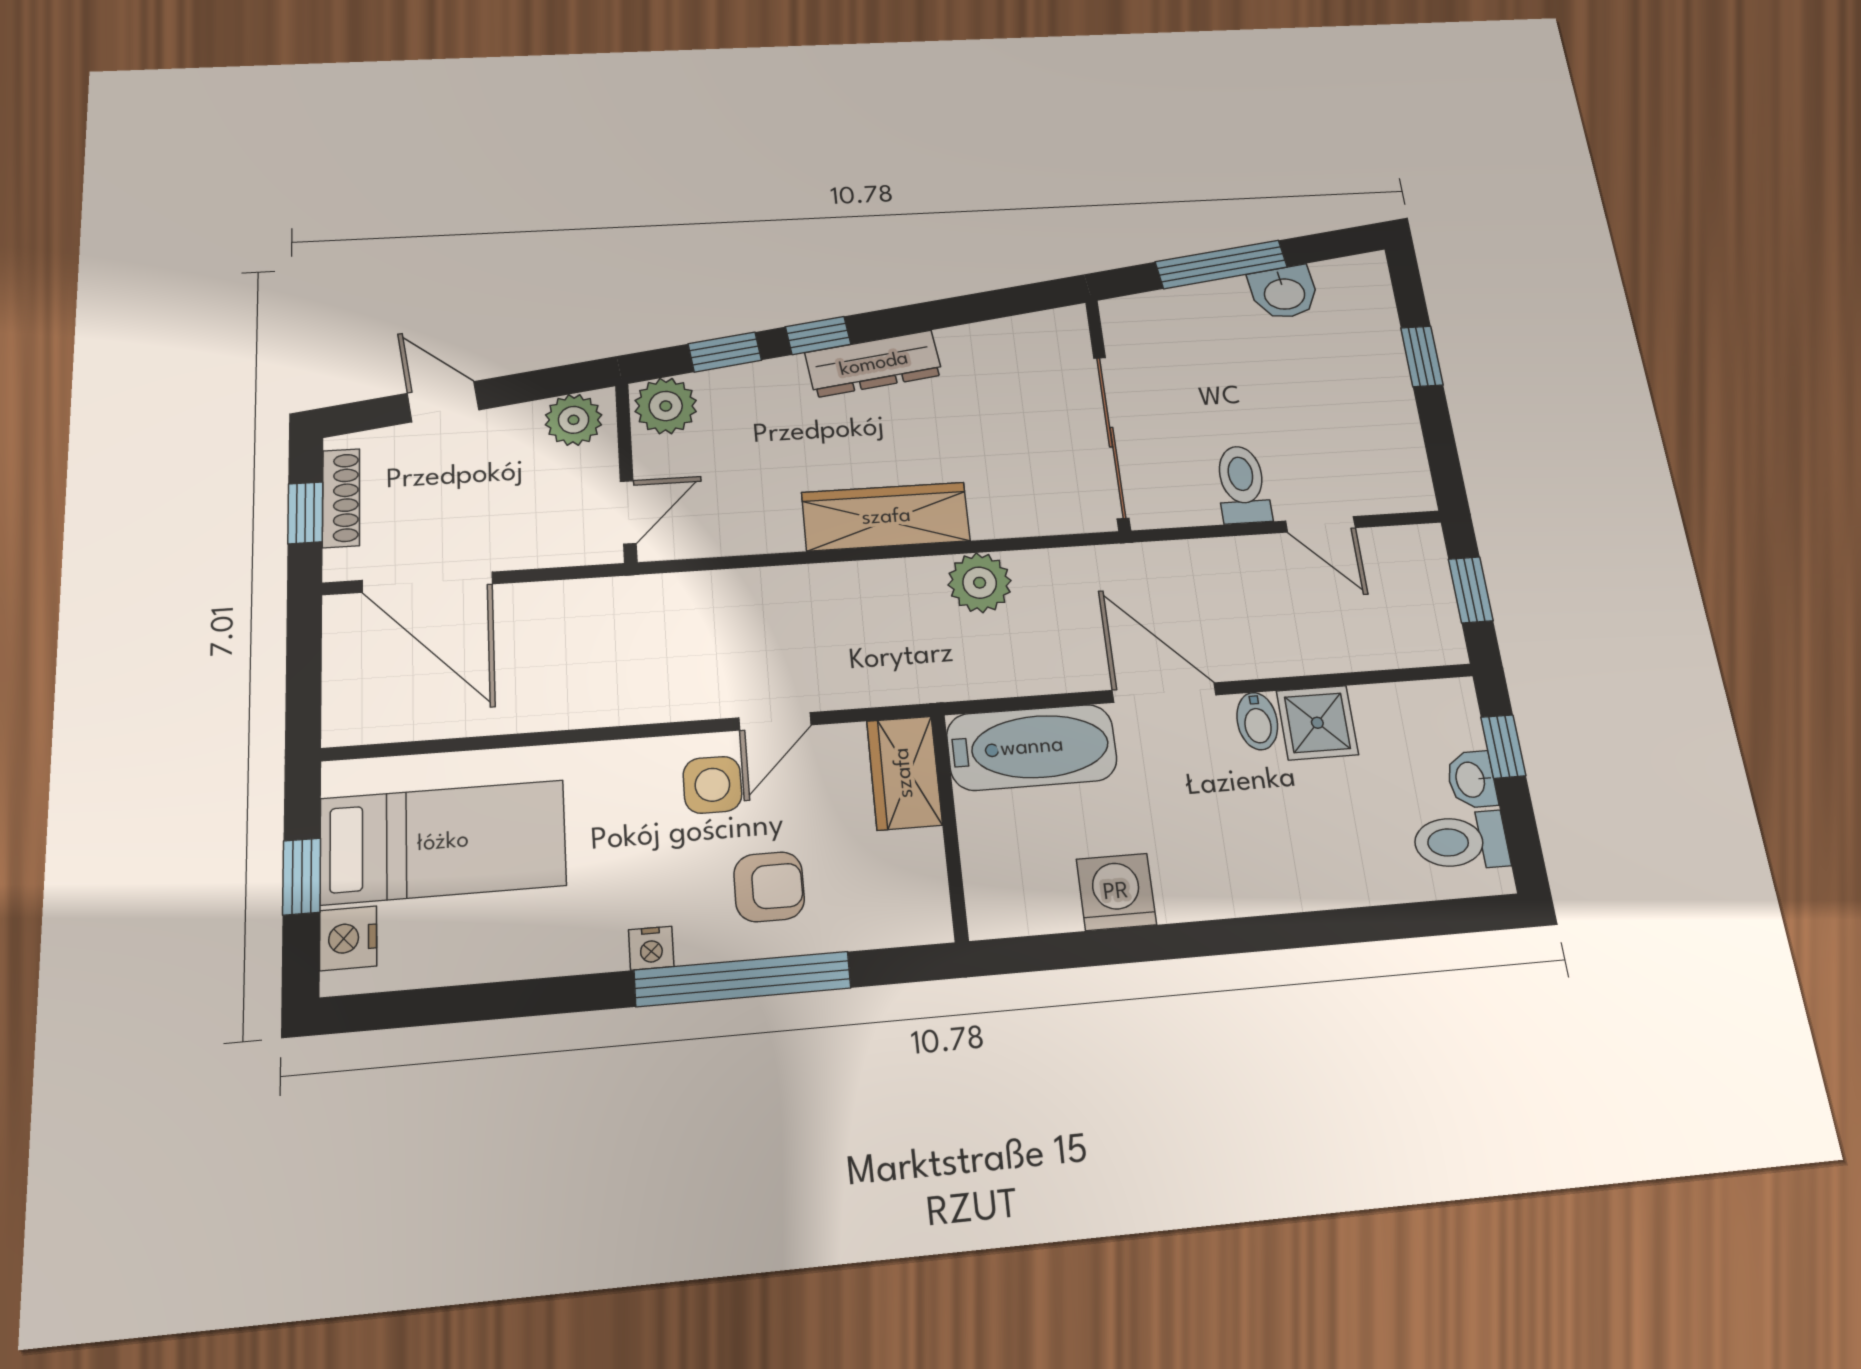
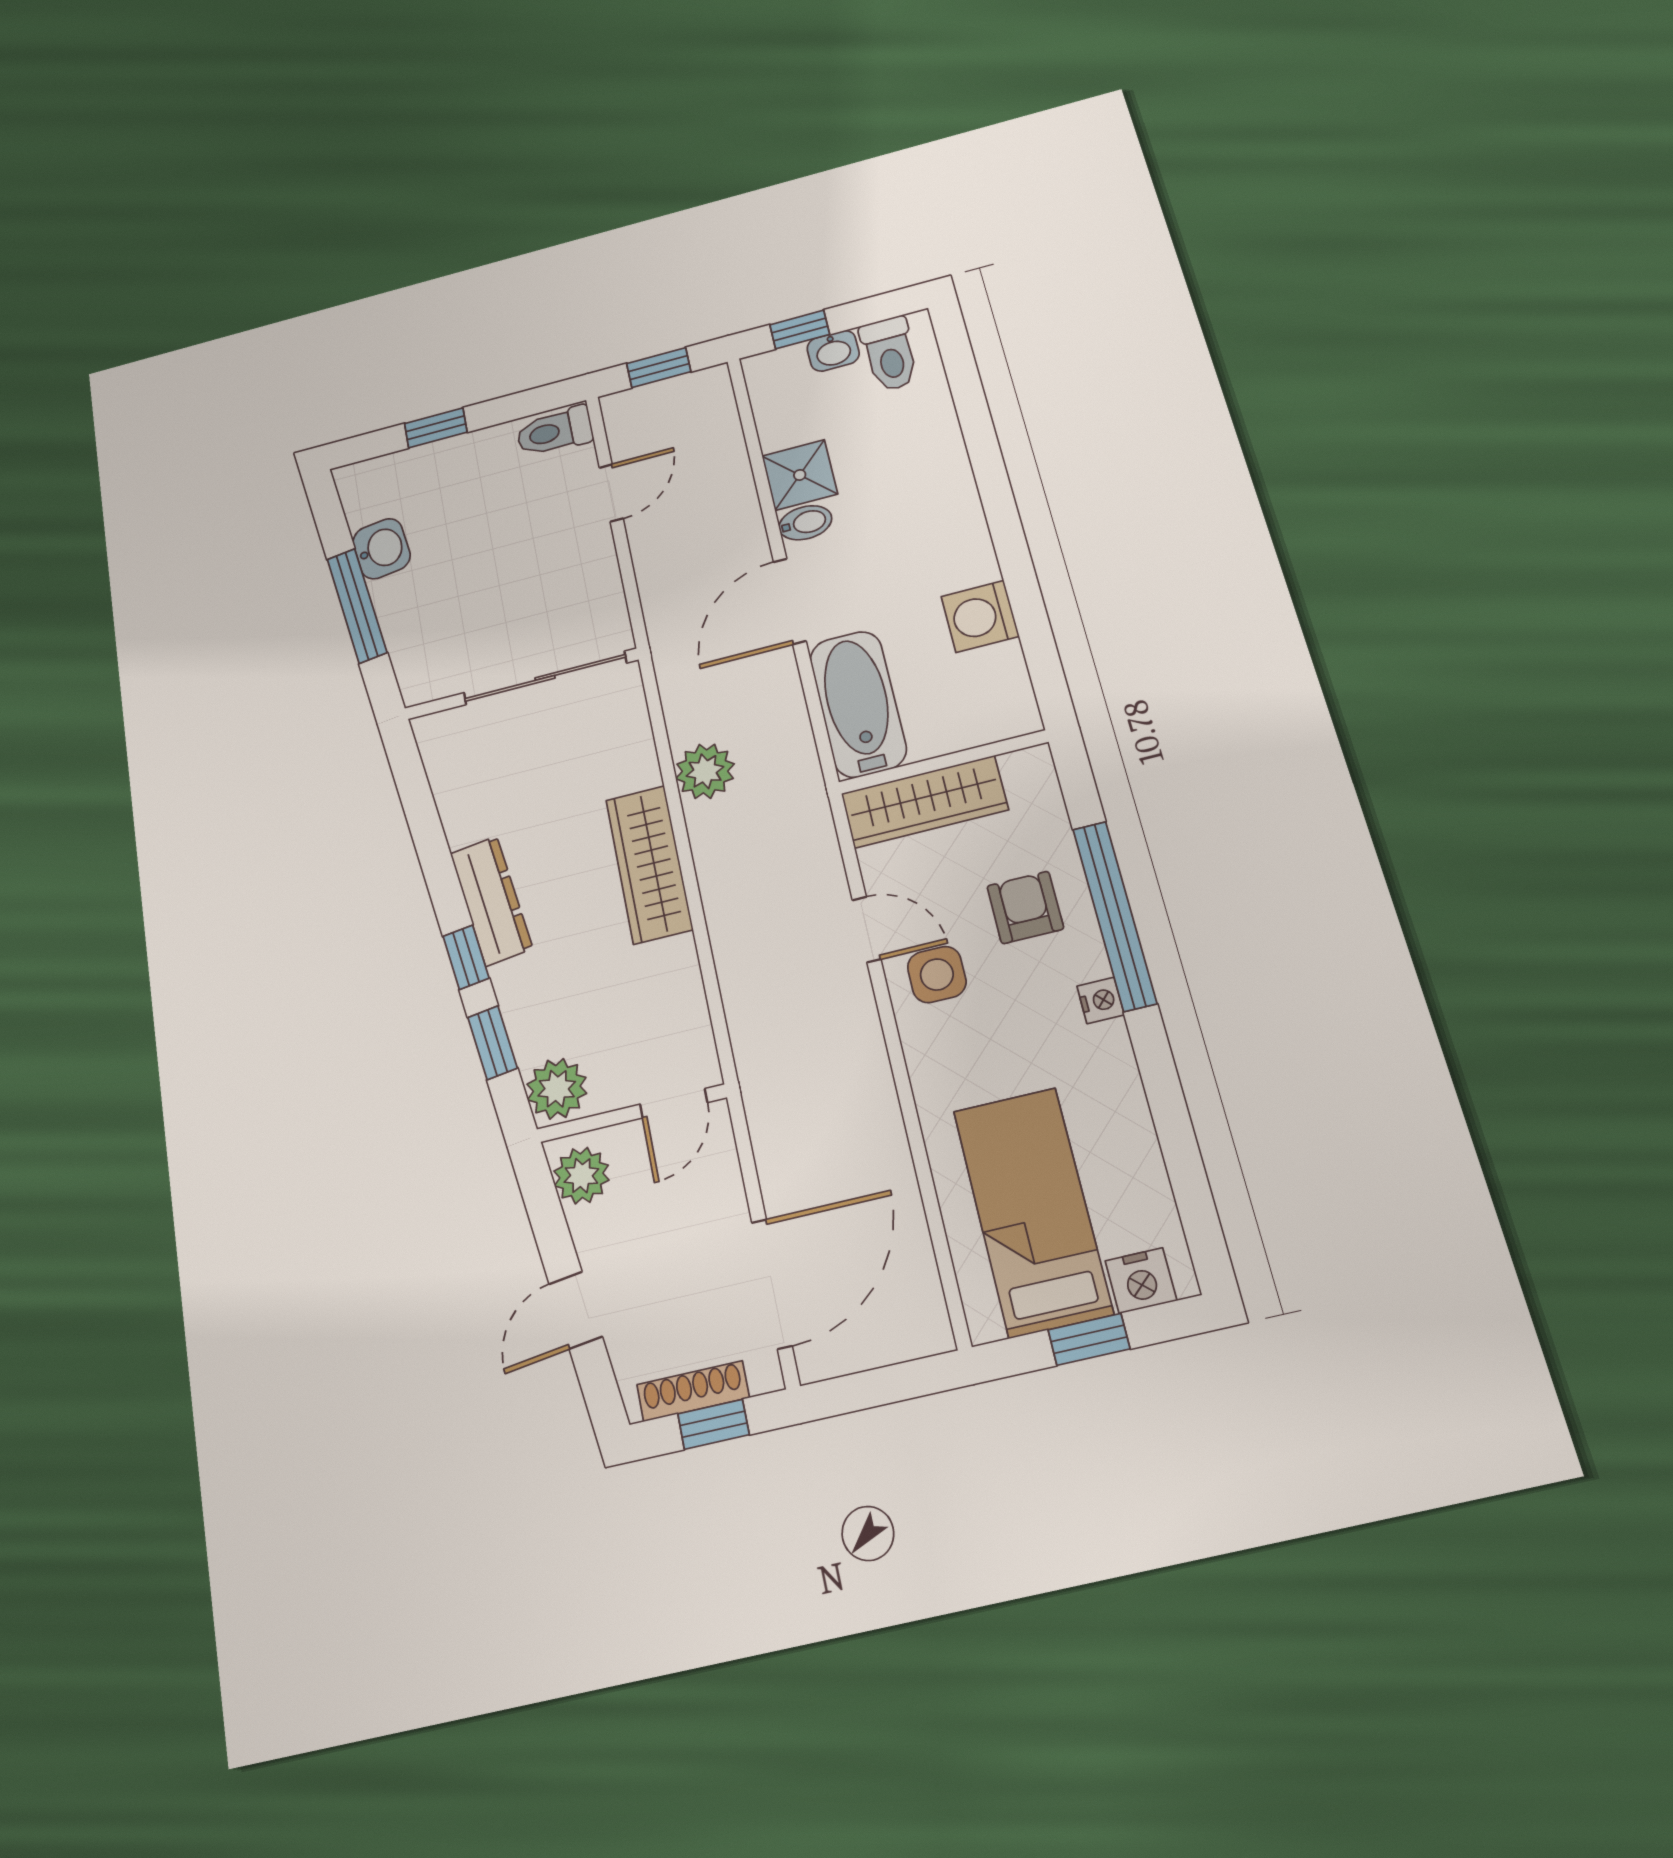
toilet: (1242, 484) -> (555, 431), moved
door: (628, 512) -> (674, 1103), swing flipped
wardrobe: (904, 773) -> (924, 802), width x1.50

